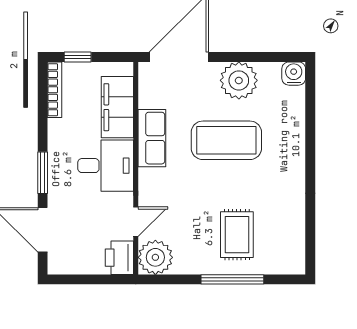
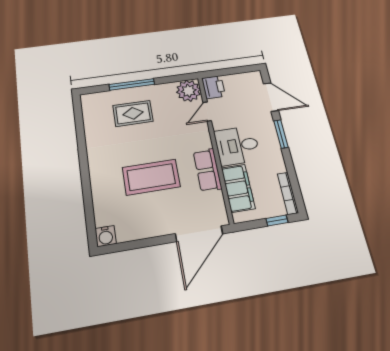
plant: (239, 80) -> (149, 223), removed
rug: (237, 235) -> (133, 113), turned 90

